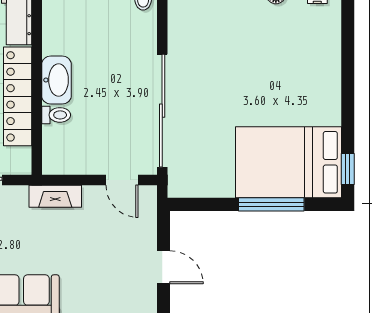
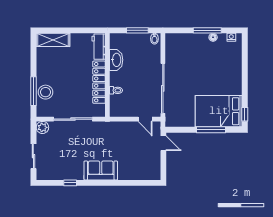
washbasin: (56, 80) -> (116, 60), moved
fireplace: (55, 196) -> (116, 126), removed
door: (163, 267) -> (163, 143), moved

